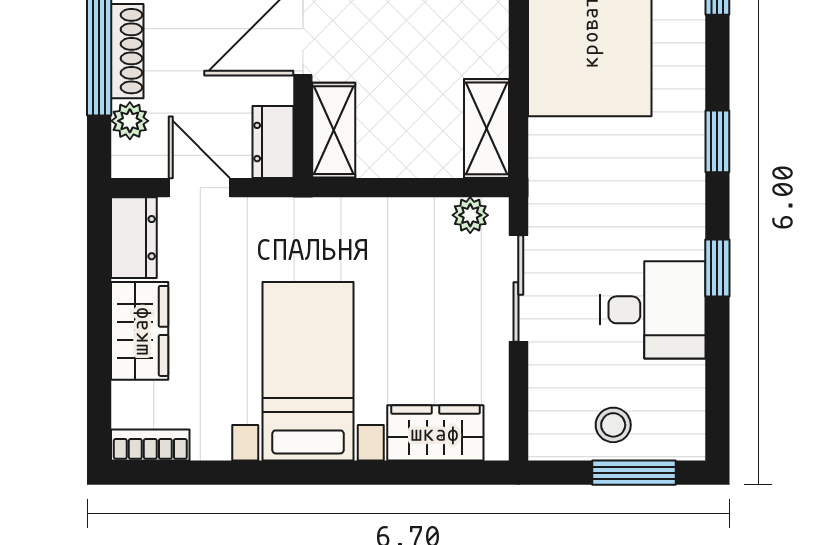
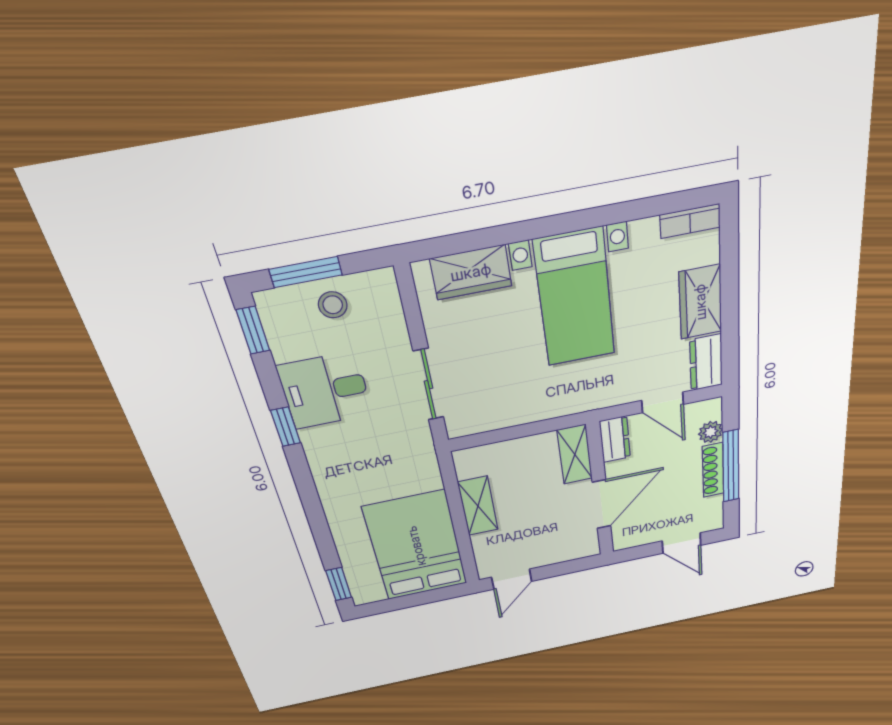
shelving: (487, 128) -> (478, 506), moved
window: (717, 141) -> (253, 330), moved
plant: (470, 215) -> (473, 424), removed

